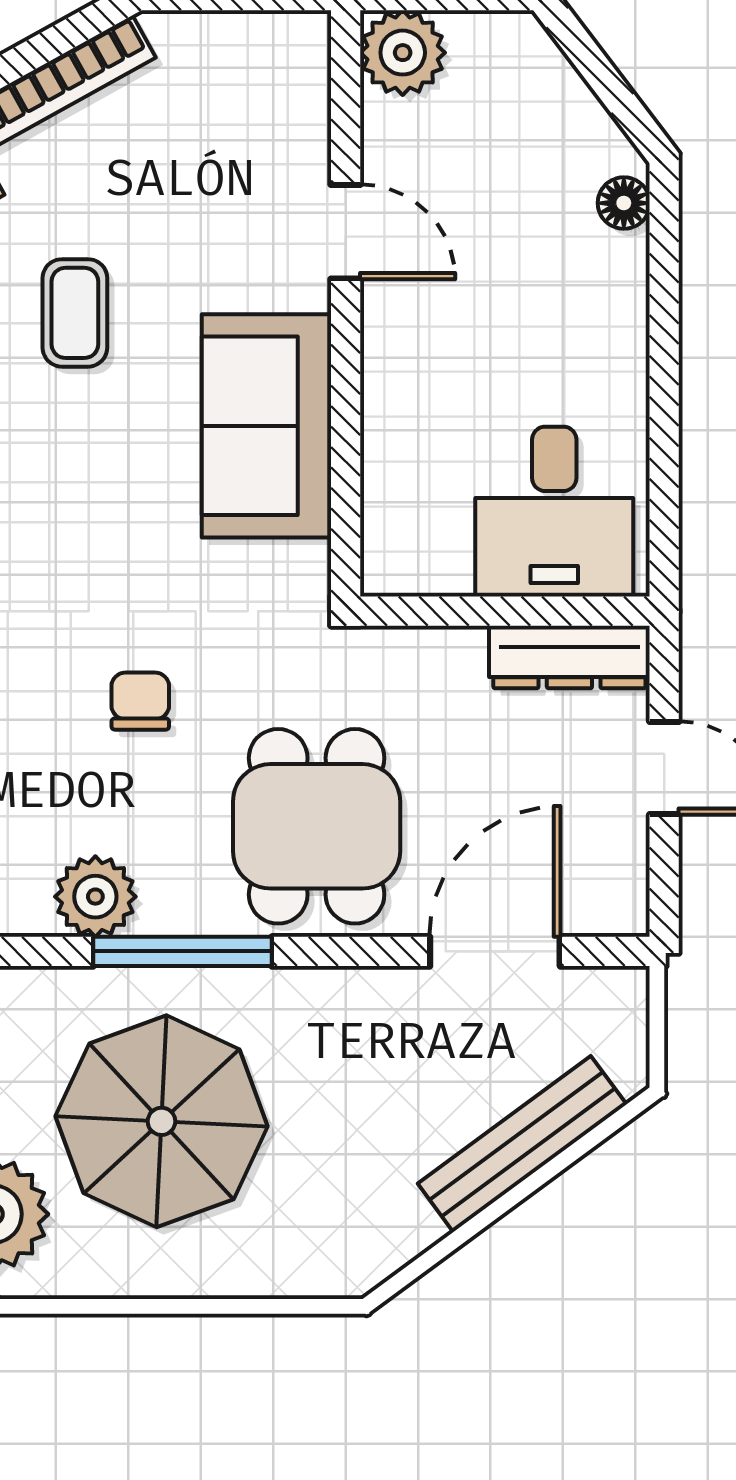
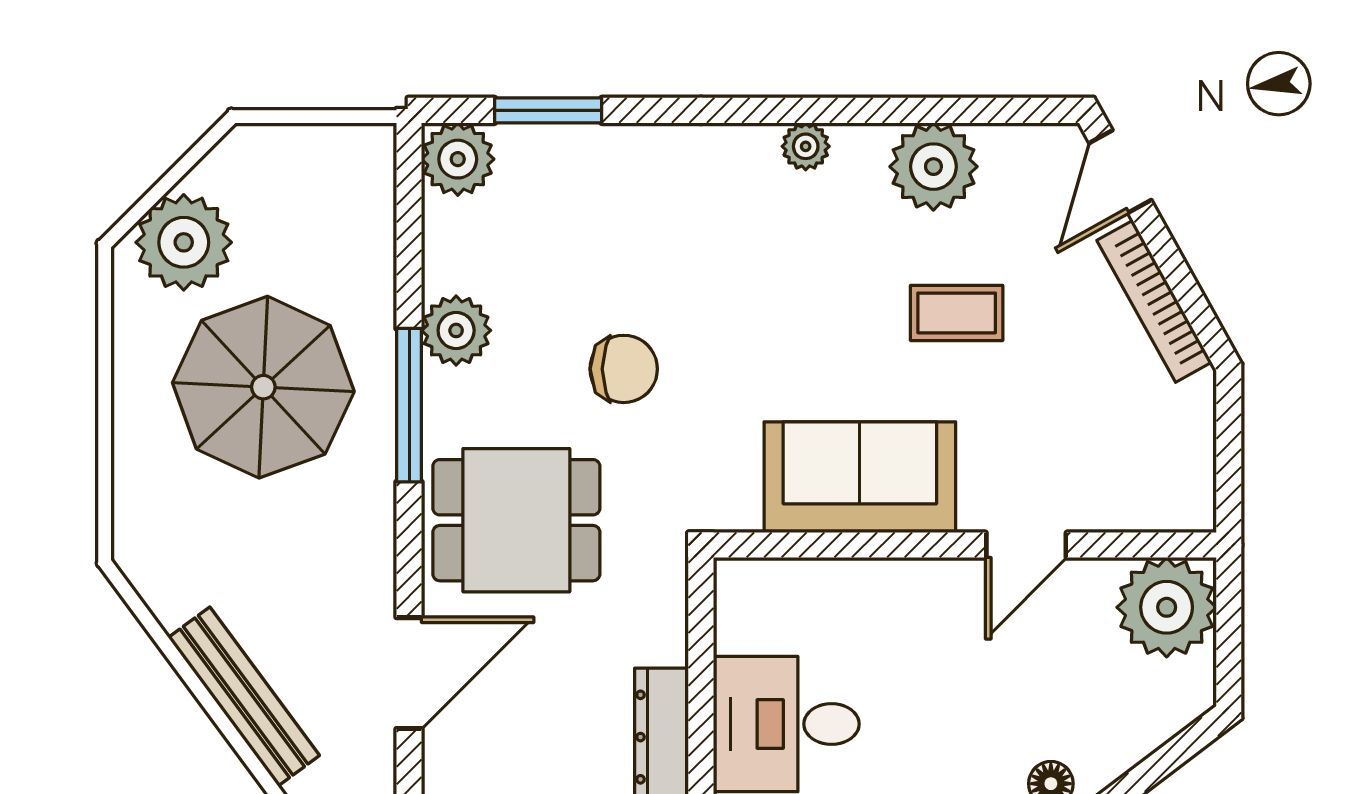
plant: (403, 53) -> (1167, 607), width x1.36, depth x1.36
chair: (140, 701) -> (624, 369), width x1.37, depth x1.37
door: (495, 951) -> (409, 673), hinge flipped

